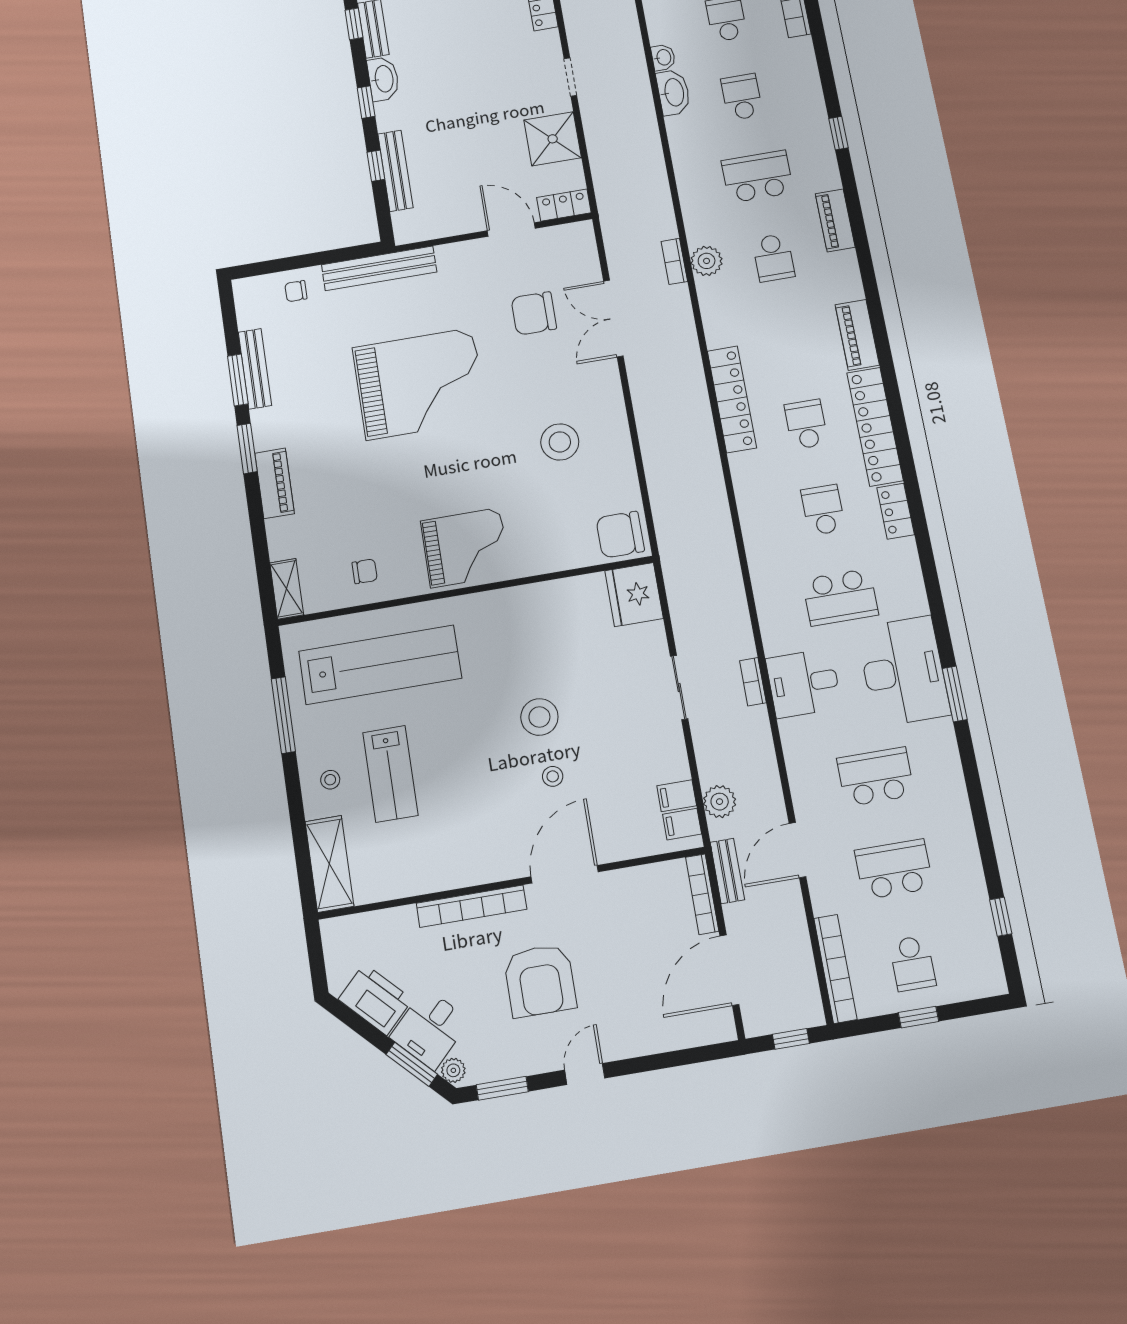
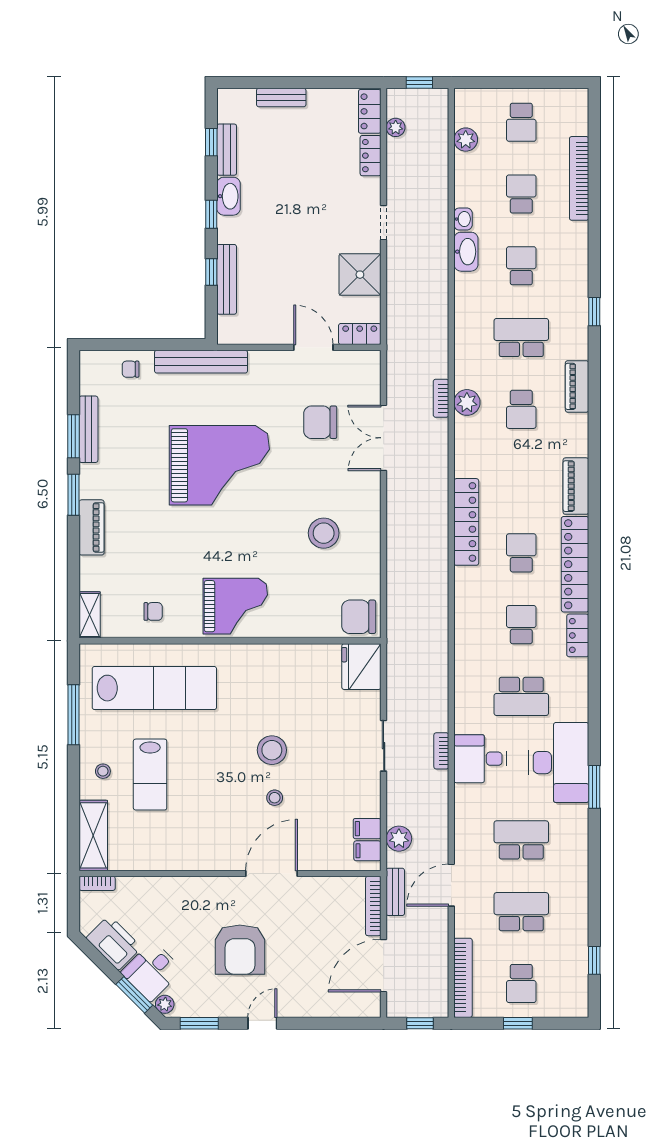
bookcase: (472, 906) -> (97, 883), moved, width x0.43, depth x0.76

